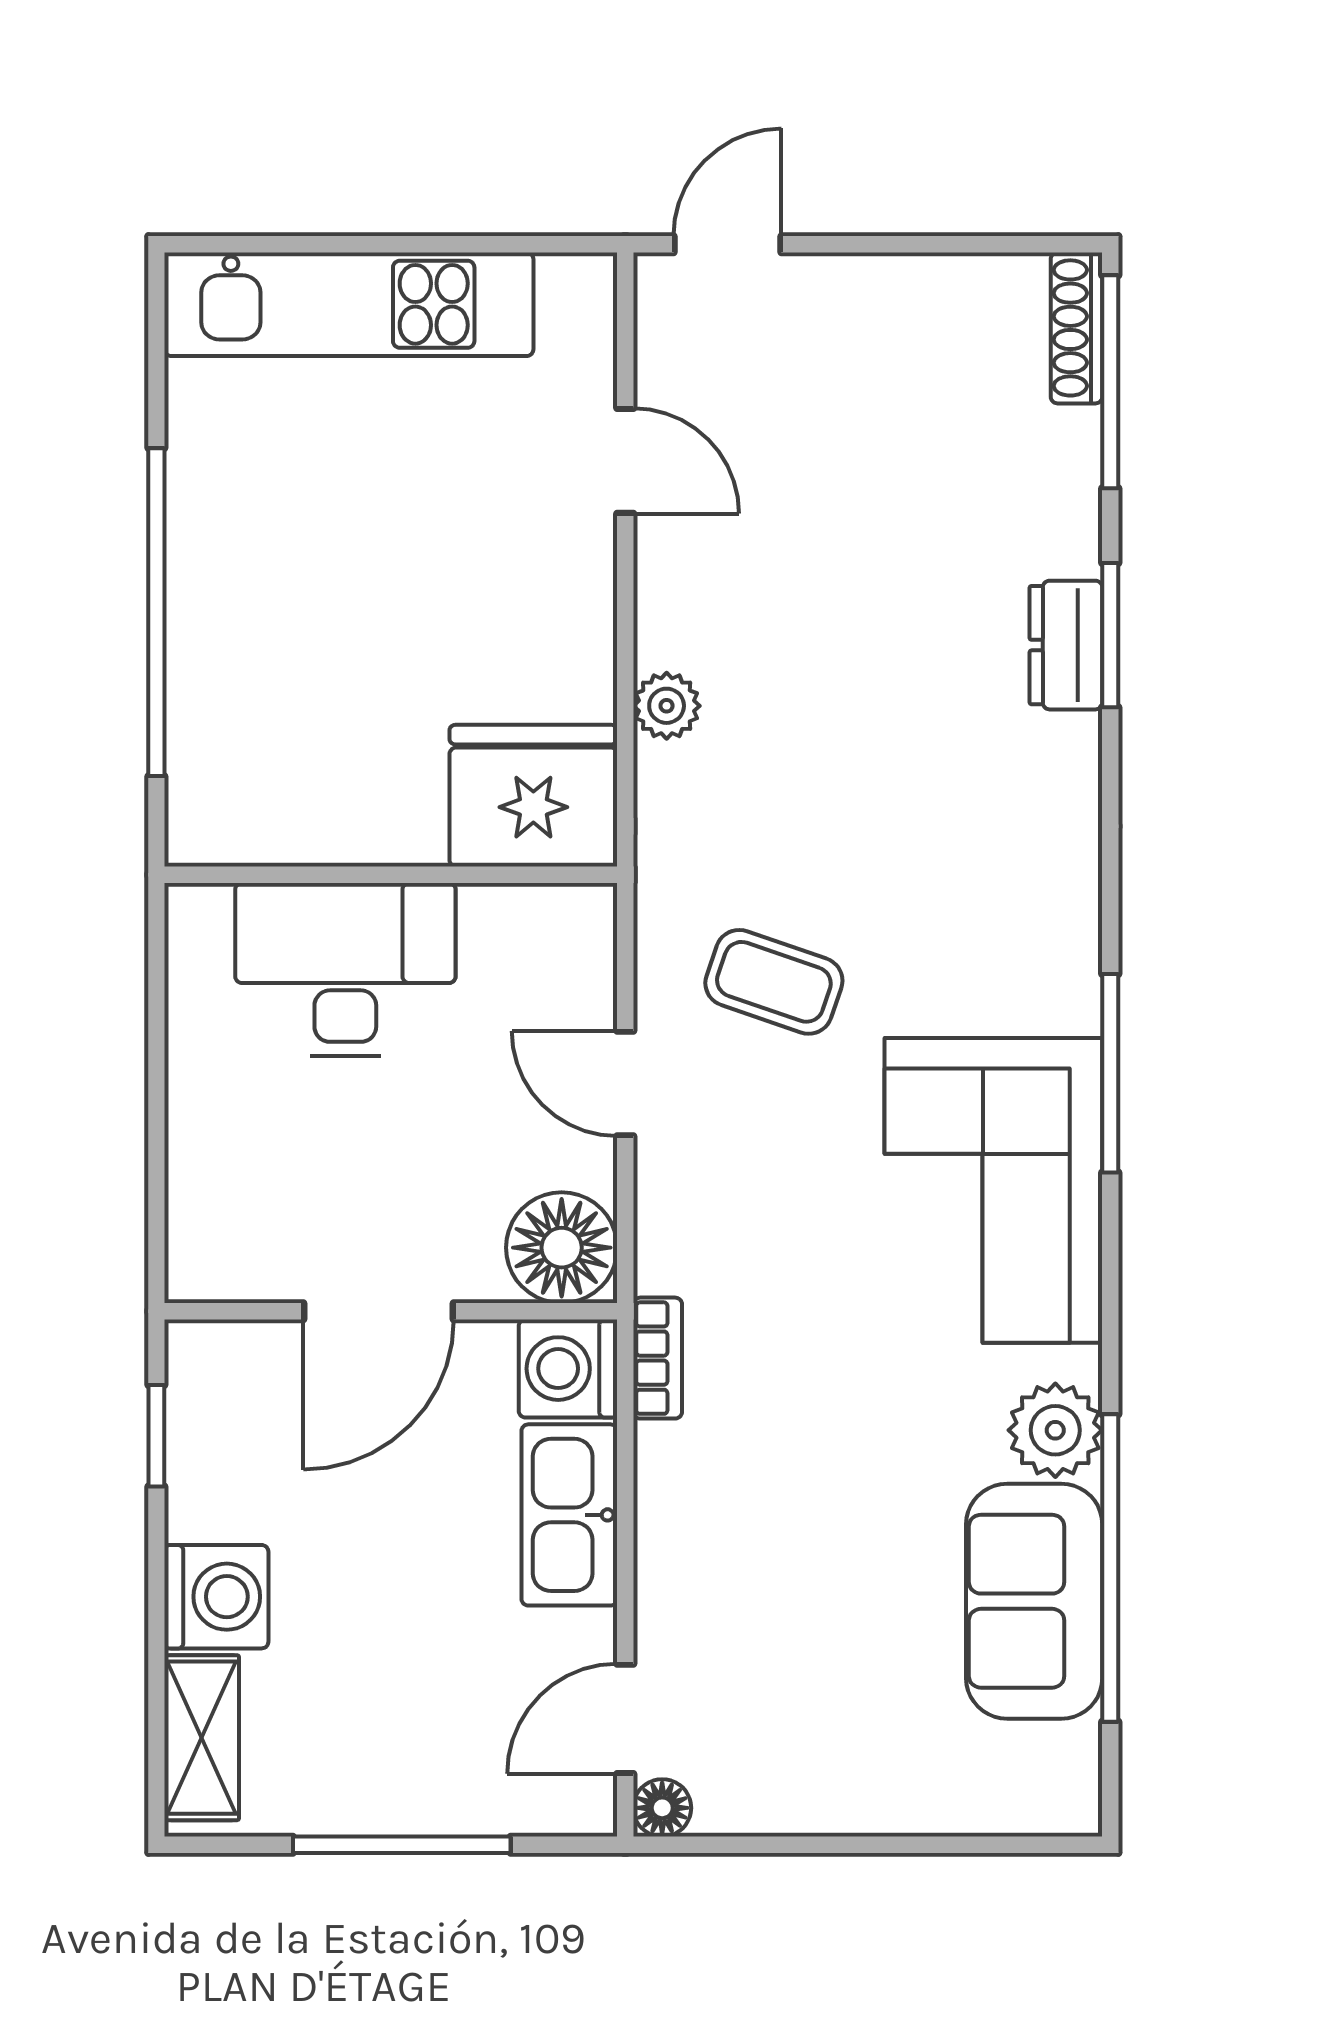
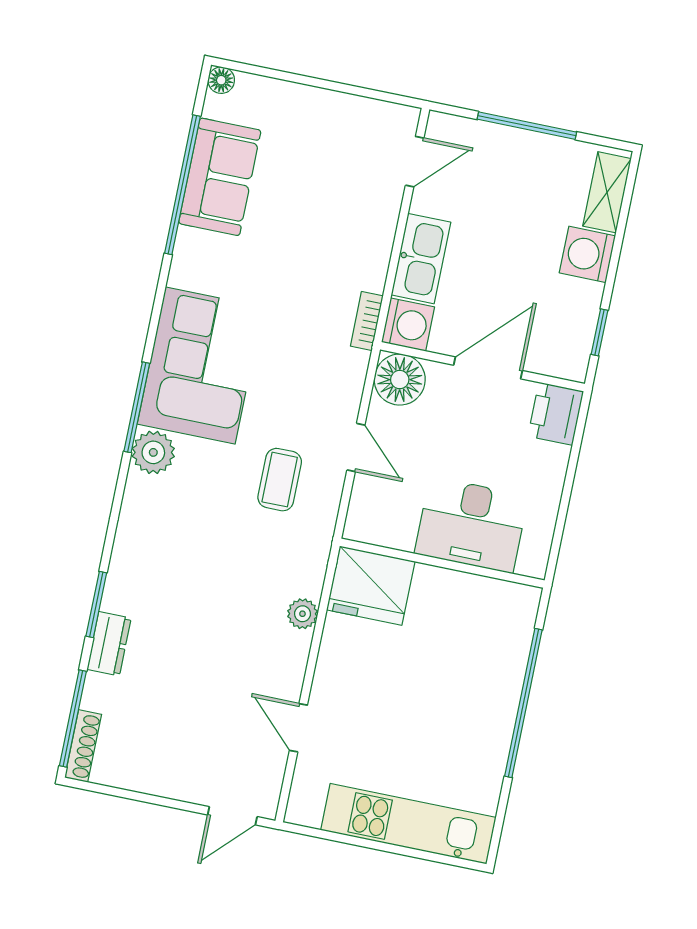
dresser: (1066, 645) -> (109, 644), moved
coffee table: (774, 982) -> (280, 480), turned 71
printer: (214, 1243) -> (556, 414), added
plant: (1055, 1430) -> (153, 452), moved
floor lamp: (662, 1808) -> (221, 80), moved

